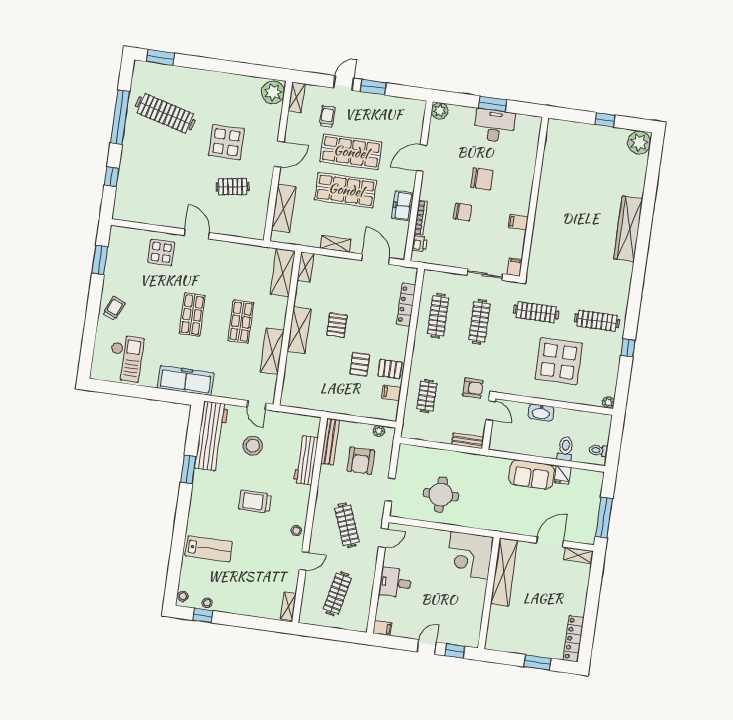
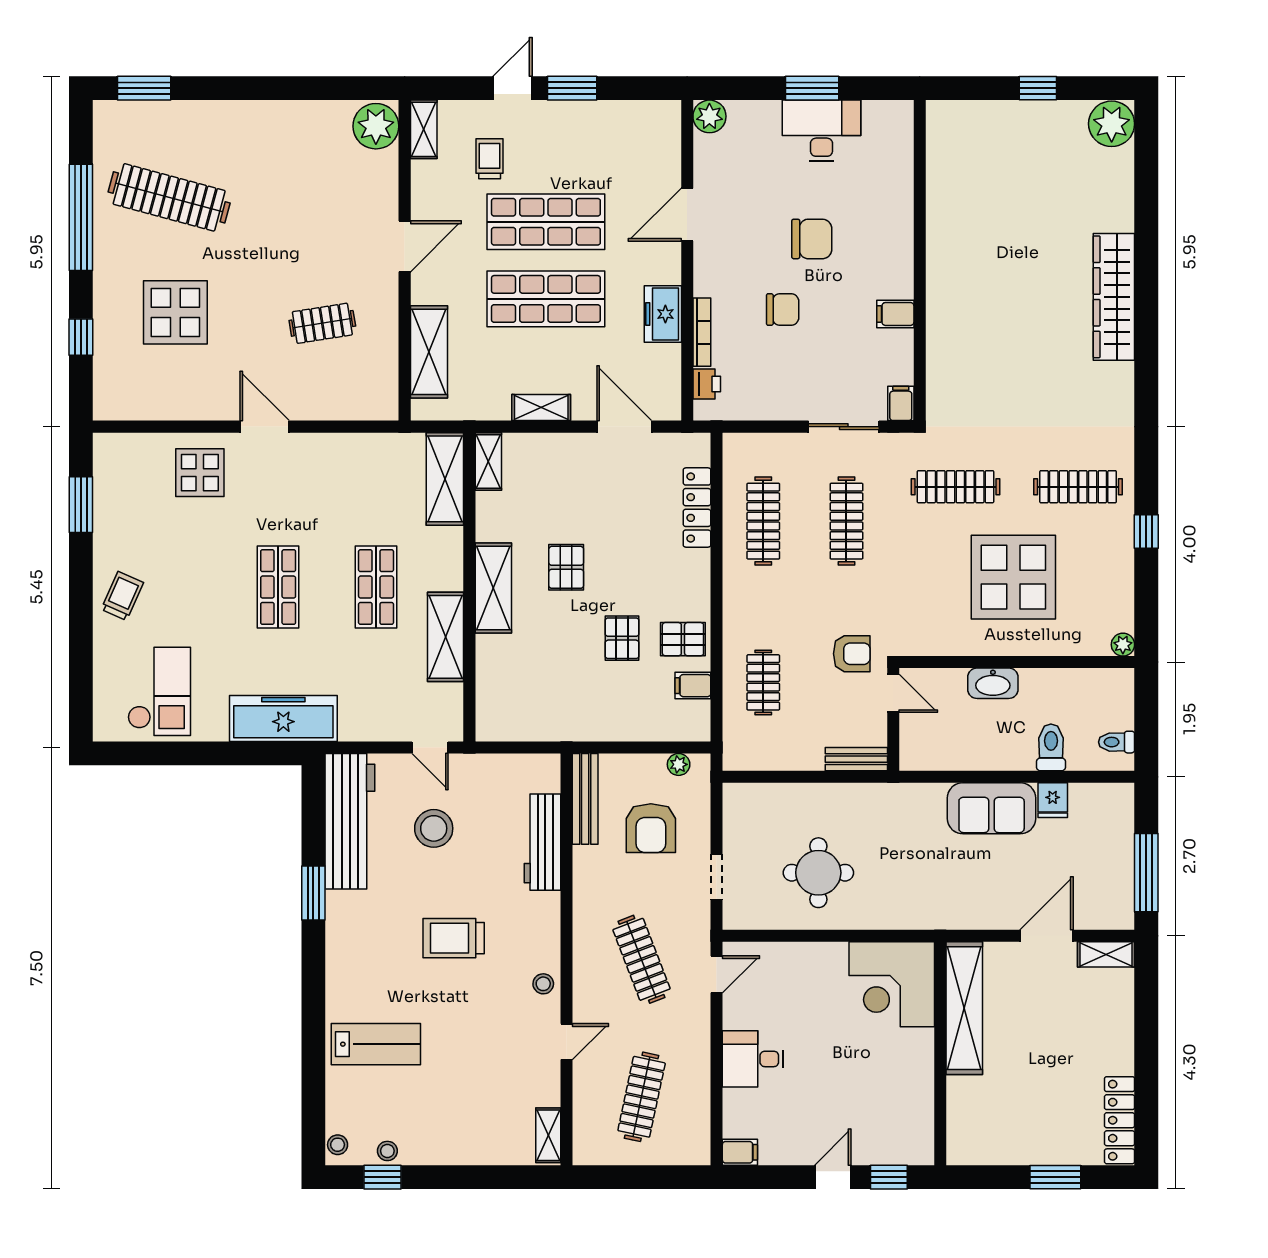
display table: (226, 142) -> (175, 312), moved

